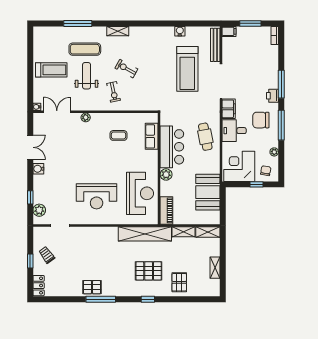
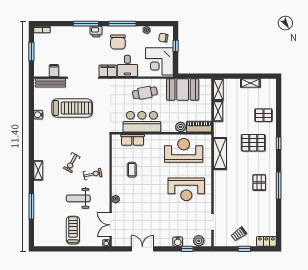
filing cabinet: (229, 31) -> (54, 71), moved
exercise mat: (85, 49) -> (54, 200), removed
cafe table: (205, 137) -> (145, 93), moved
water cooler: (38, 169) -> (178, 242), moved
plant: (166, 174) -> (181, 127), moved
reception desk: (97, 196) -> (186, 189), turned 90
shelving: (145, 234) -> (220, 154), width x0.68
pallet: (149, 271) -> (253, 143), turned 90
pallet: (92, 287) -> (259, 182), moved

